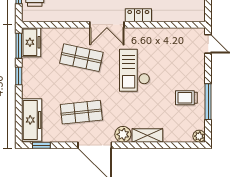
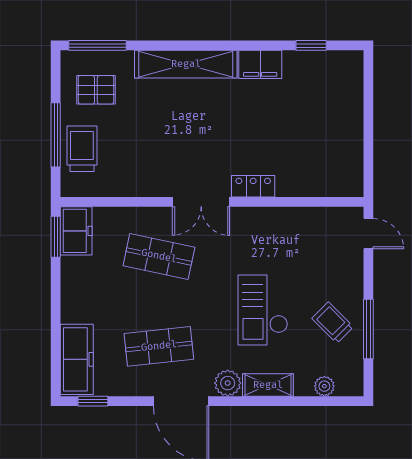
checkout: (135, 70) -> (263, 310), moved
window: (19, 76) -> (56, 287), removed
trolley: (186, 98) -> (333, 323), turned 45
plant: (199, 136) -> (324, 386), moved

